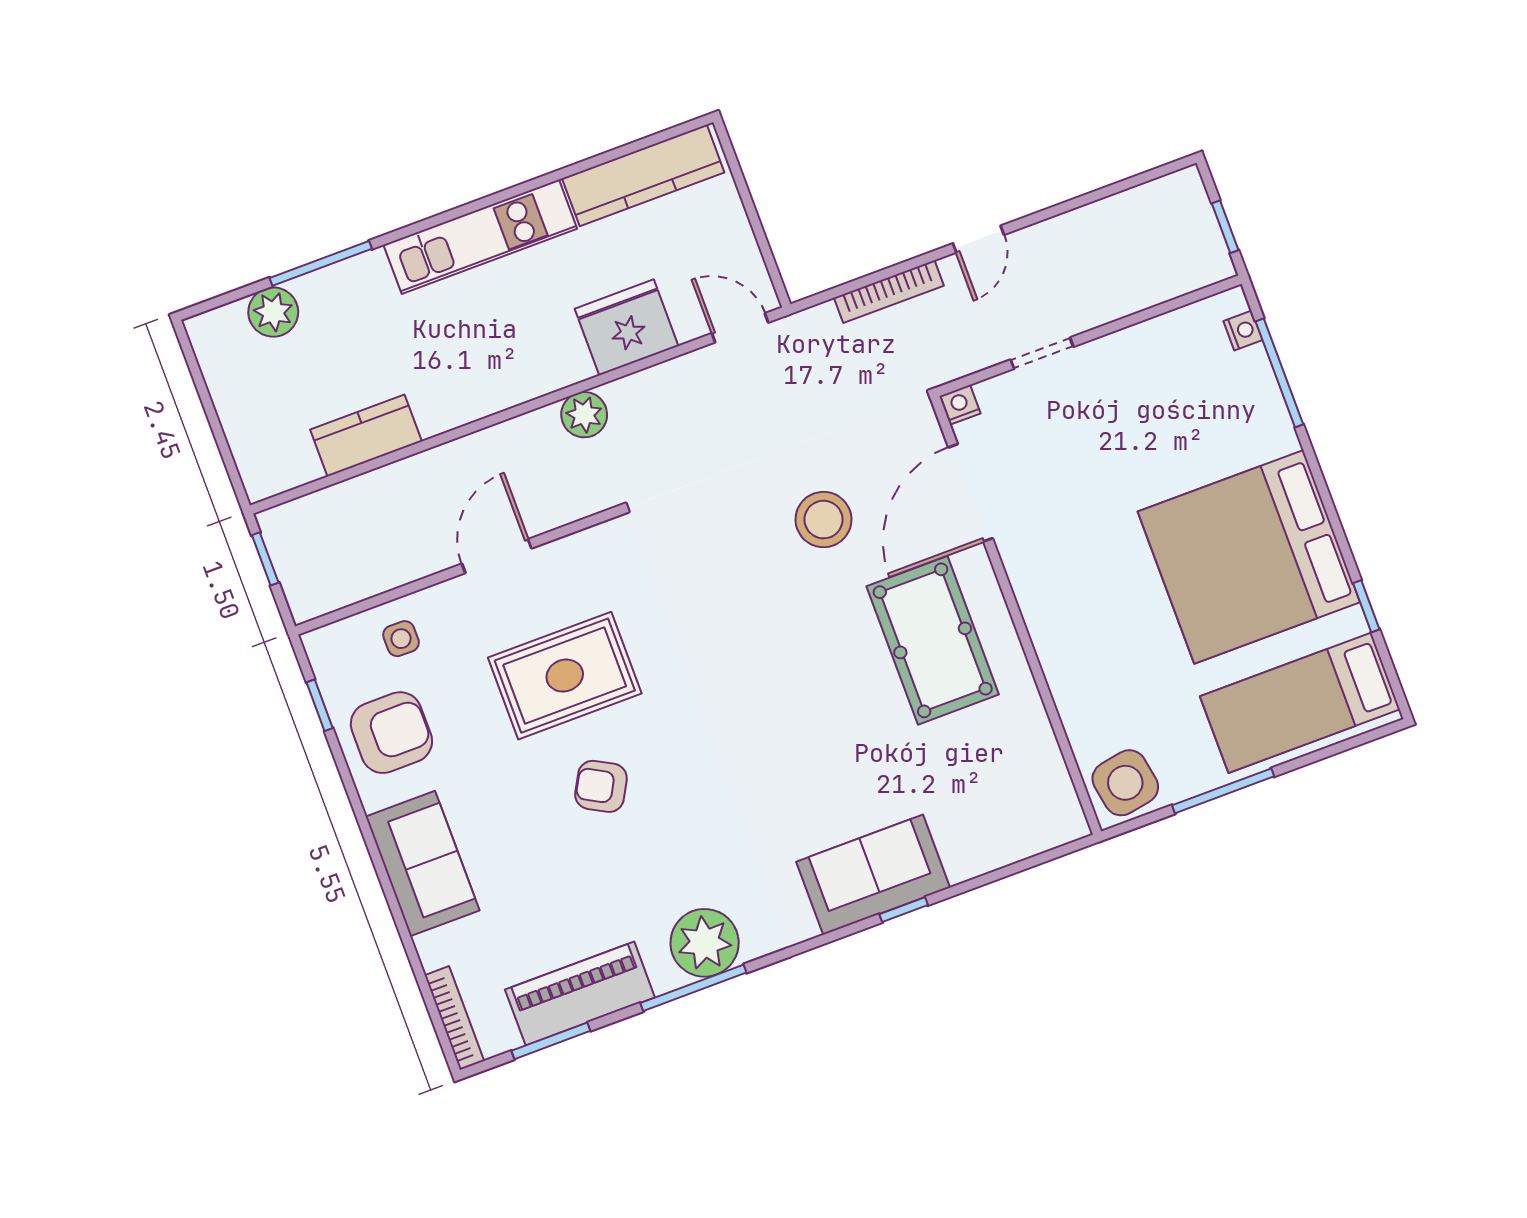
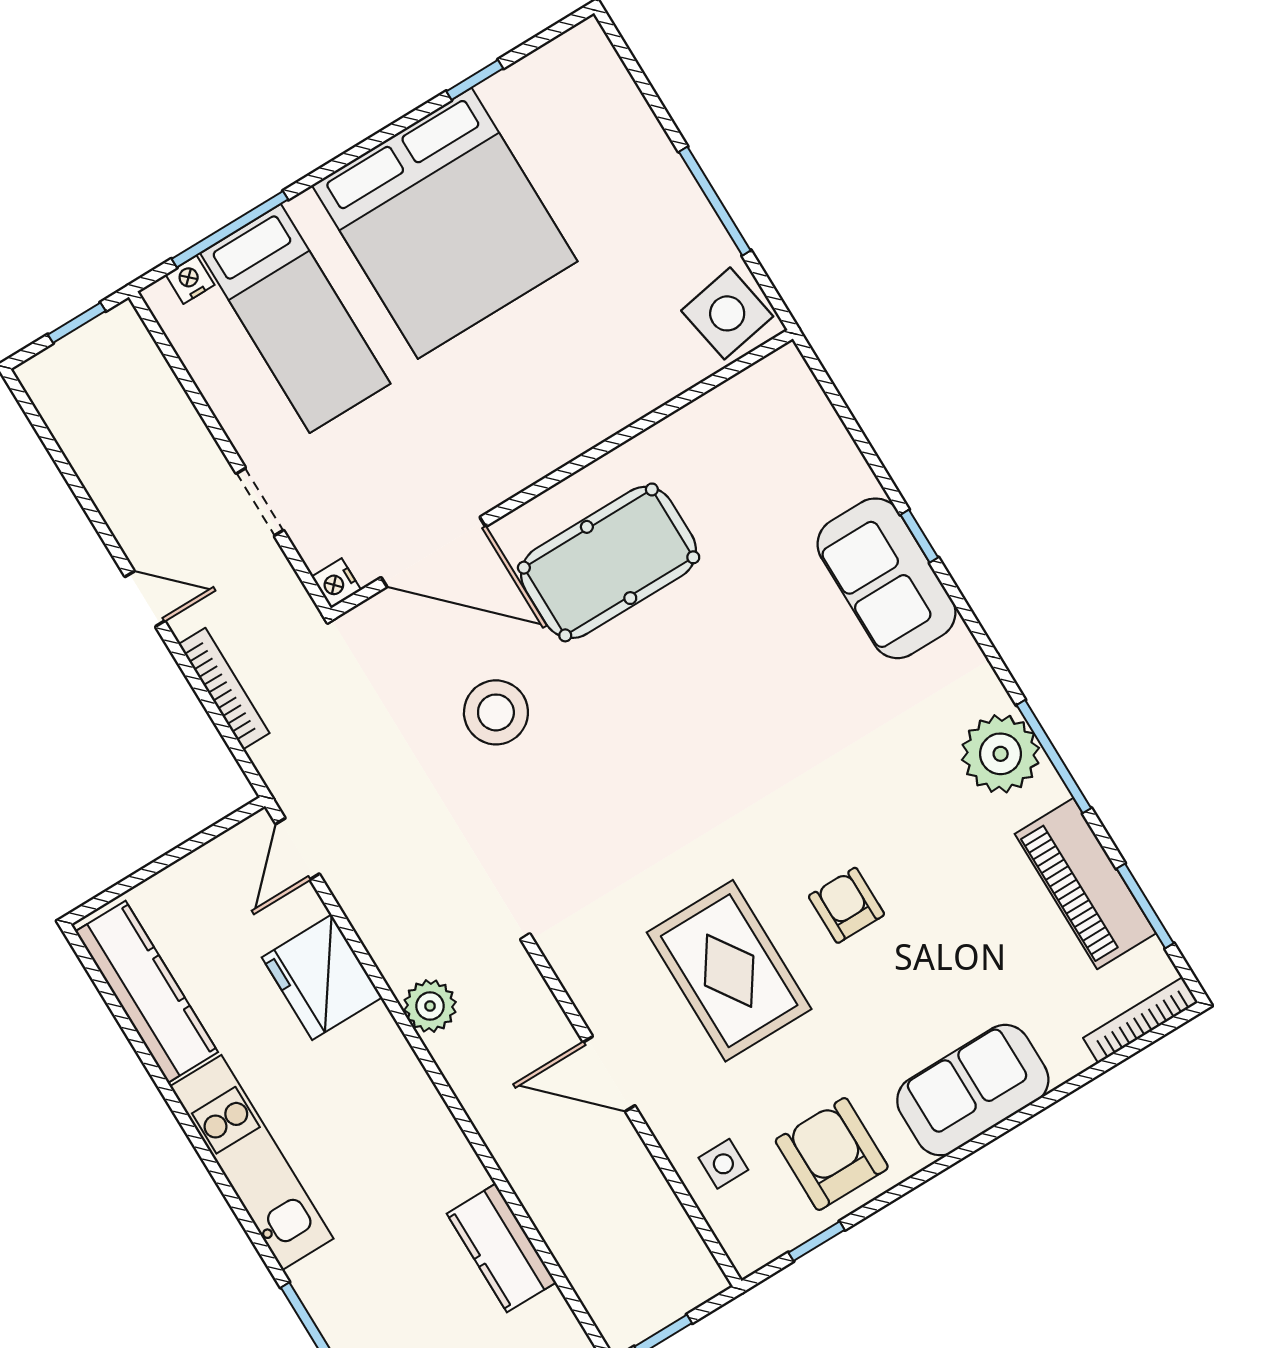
bed: (1300, 703) -> (295, 318), moved
armchair: (601, 786) -> (846, 905), turned 151

